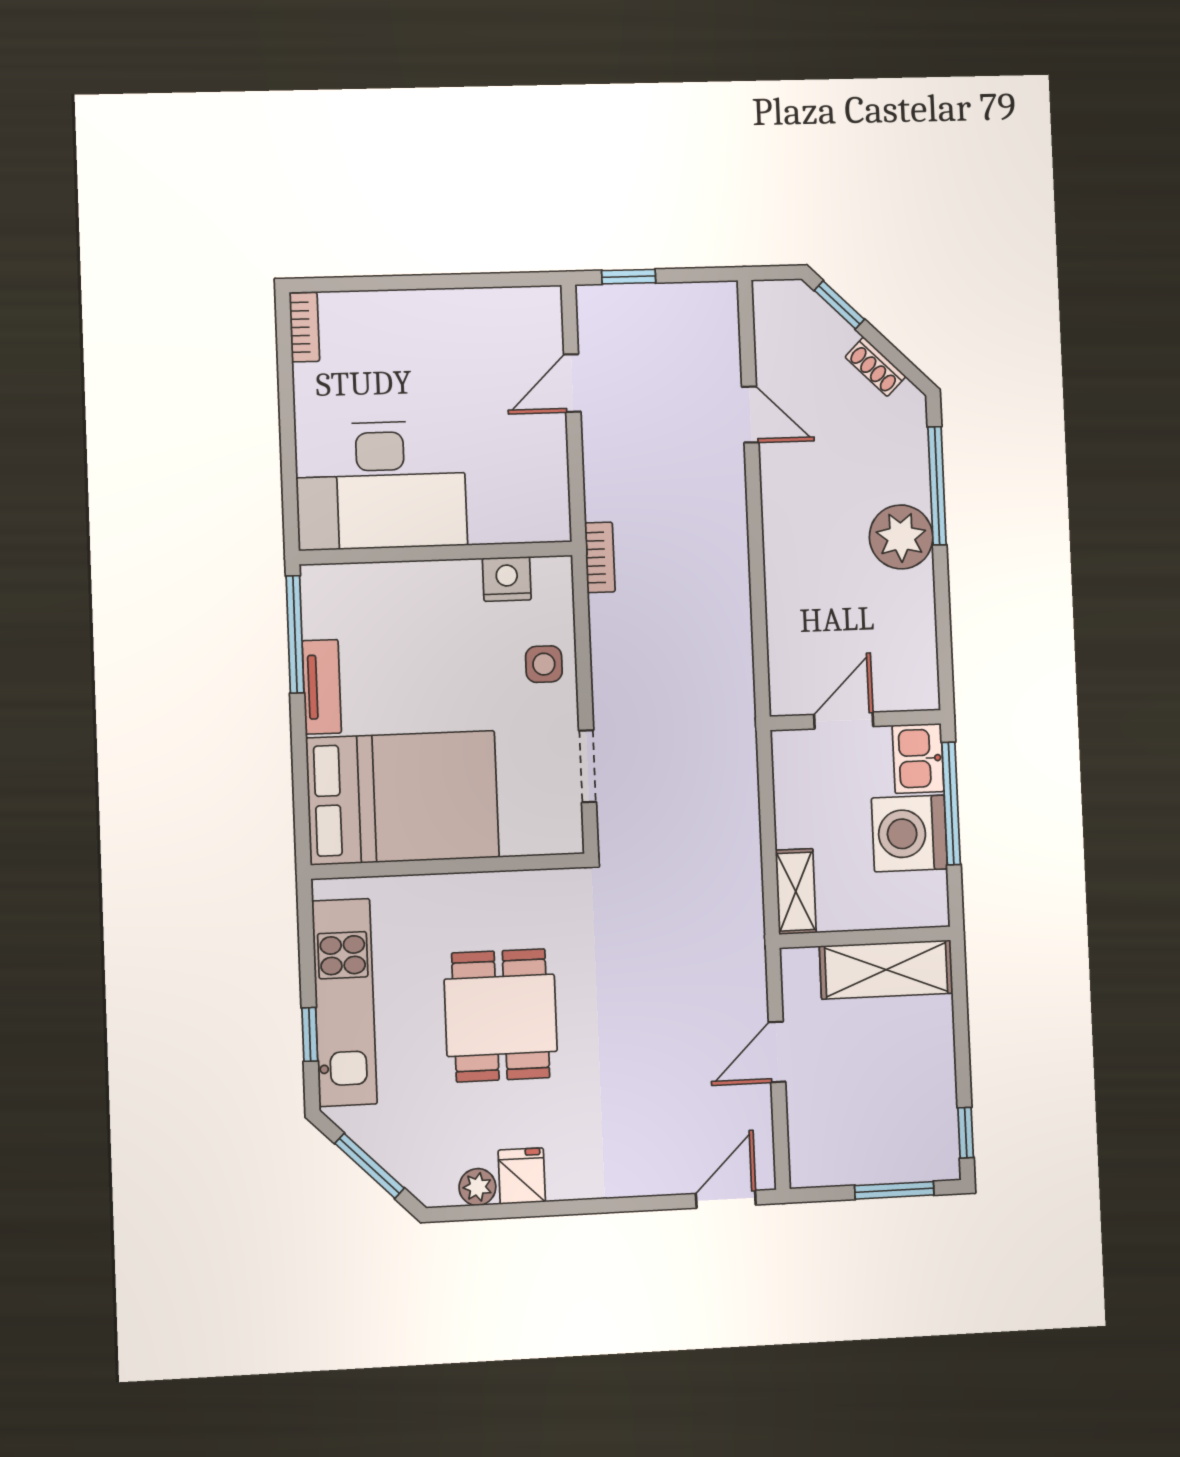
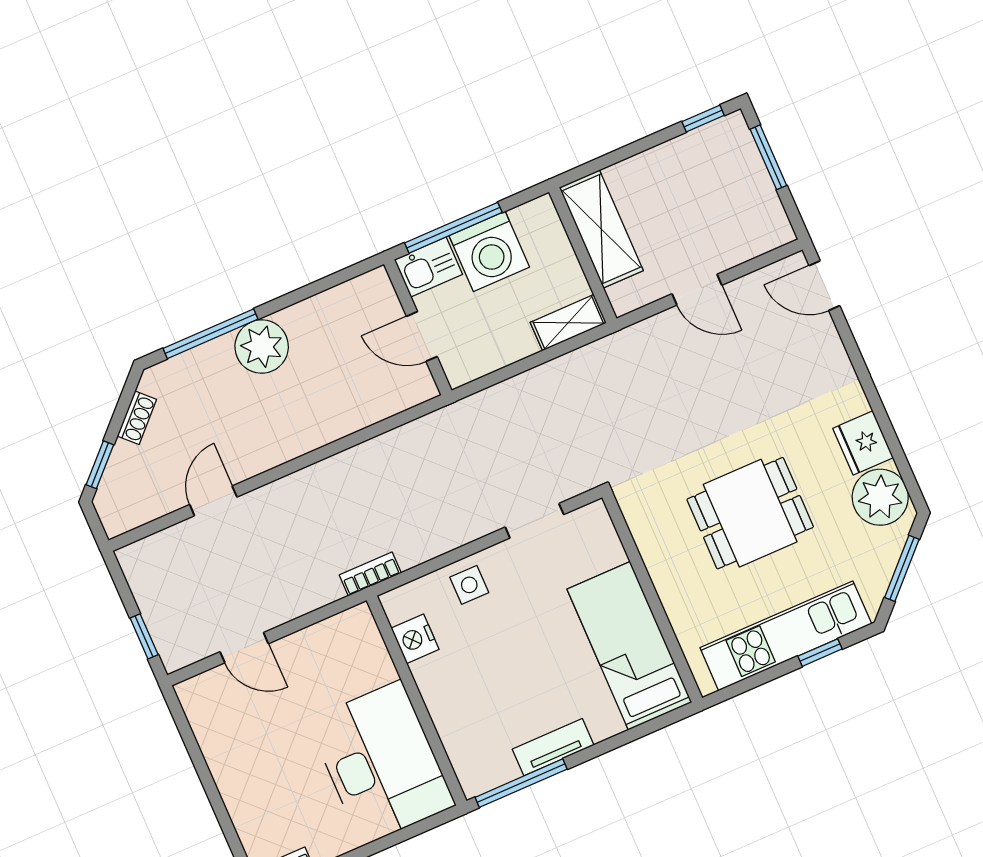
bed: (403, 798) -> (629, 646), width x0.67
fridge: (522, 1176) -> (863, 443), width x1.38
plant: (477, 1187) -> (880, 497), width x1.87, depth x1.87

